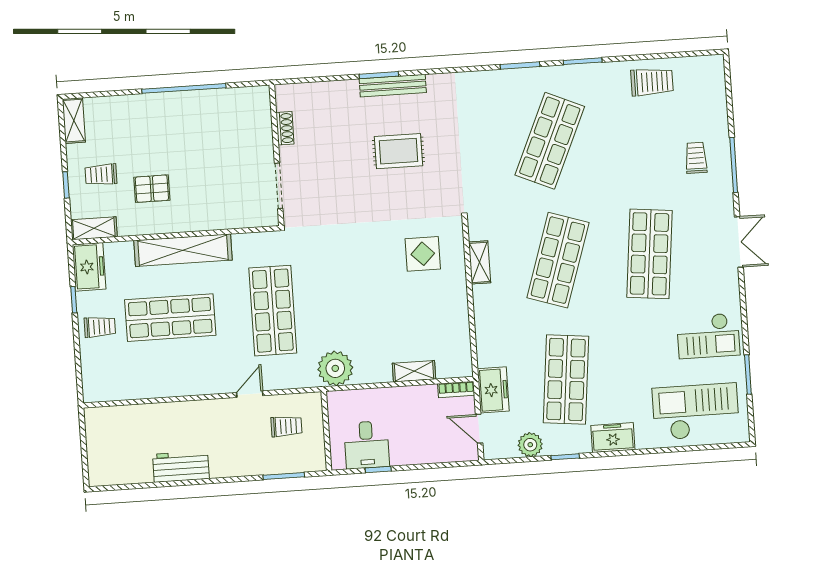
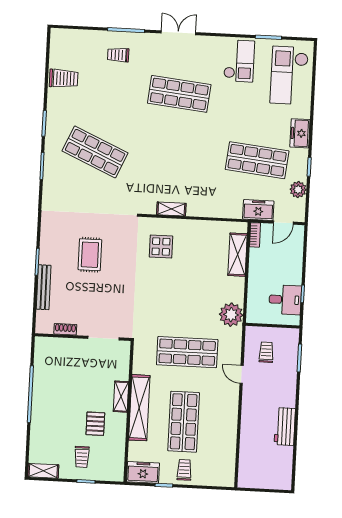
trolley: (652, 82) -> (64, 78), turned 90
bench: (393, 86) -> (44, 287), moved
shelving: (94, 228) -> (121, 397), moved
shop shelf: (558, 260) -> (176, 156), removed
shelving: (414, 371) -> (238, 255), width x1.50, depth x1.33

